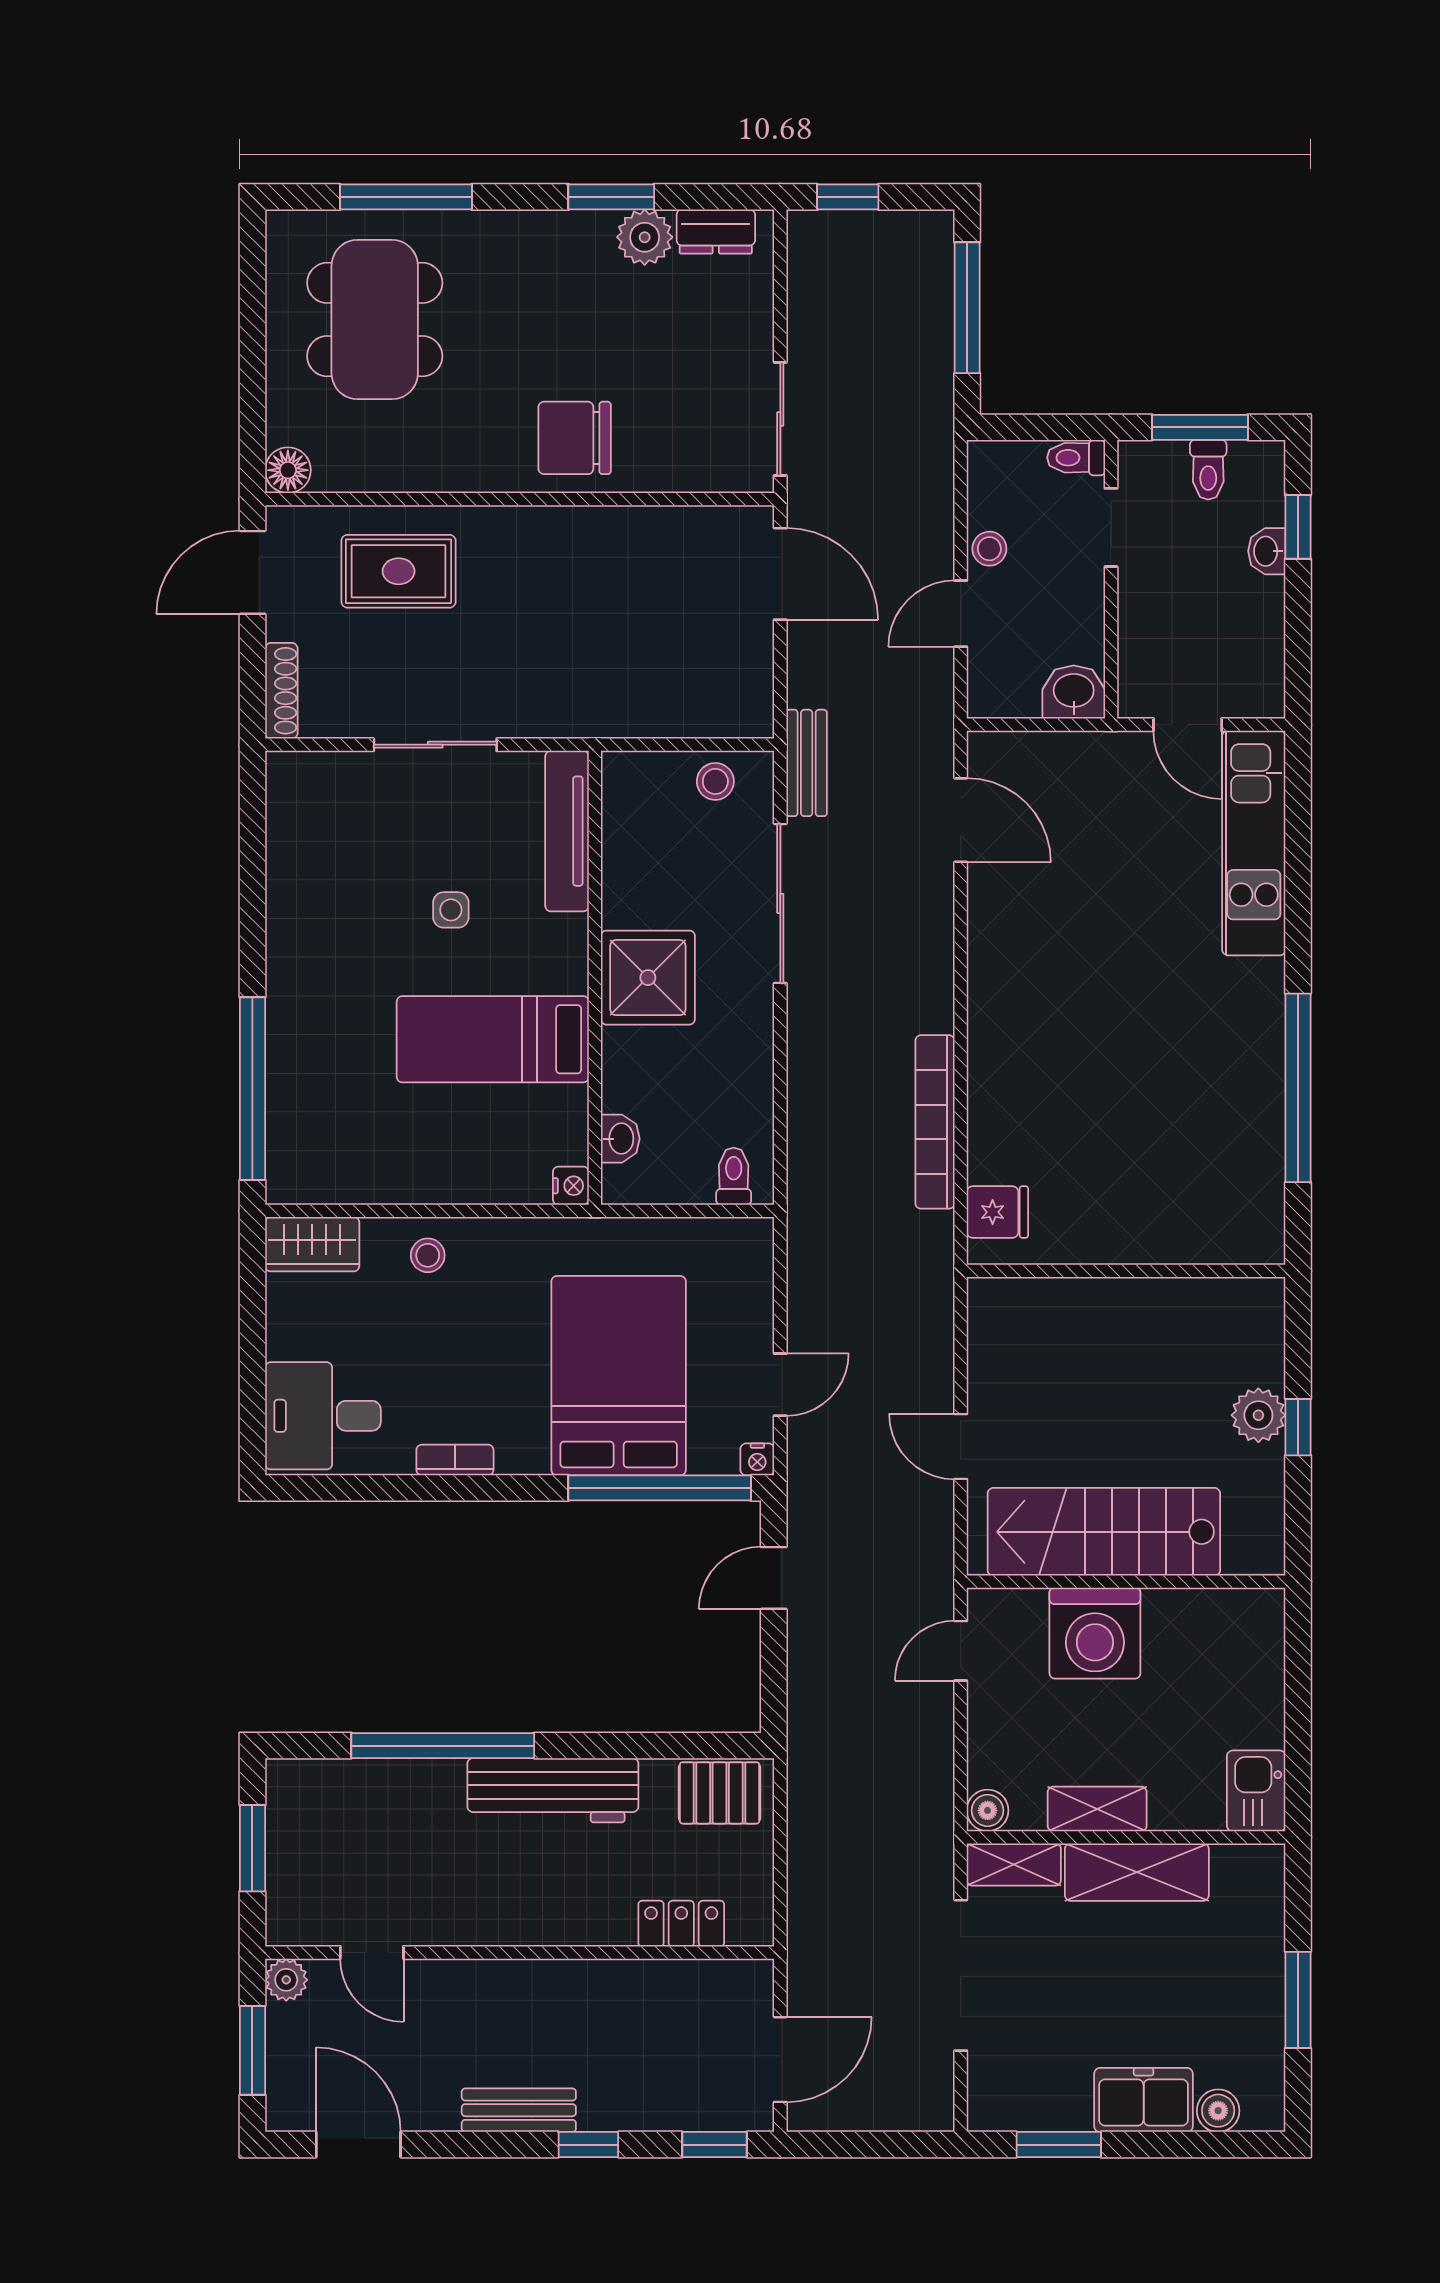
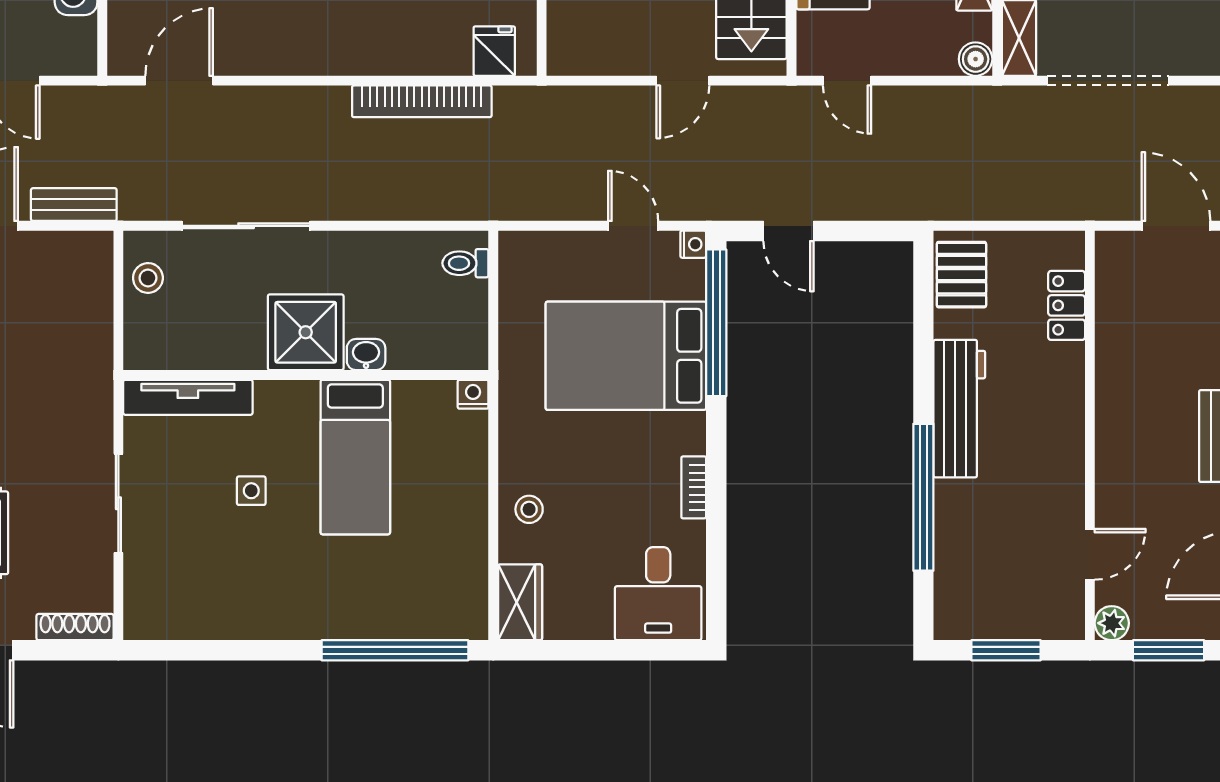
bench: (807, 763) -> (74, 205), moved
washbasin: (620, 1139) -> (366, 354), moved

